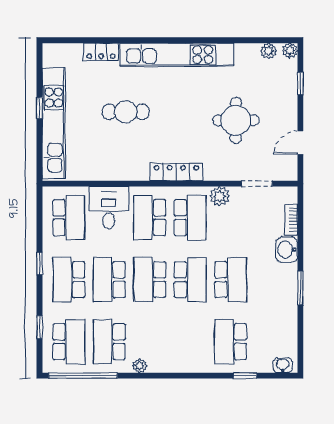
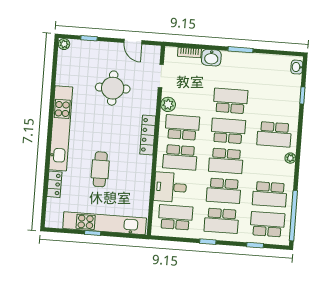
plant: (269, 51) -> (63, 60), removed
school desk: (231, 342) -> (274, 134), moved
plant: (140, 366) -> (290, 158), moved

